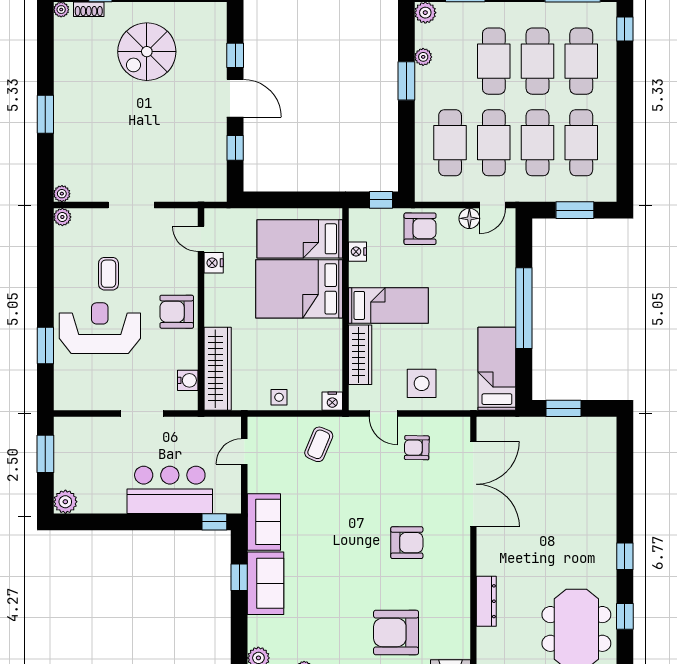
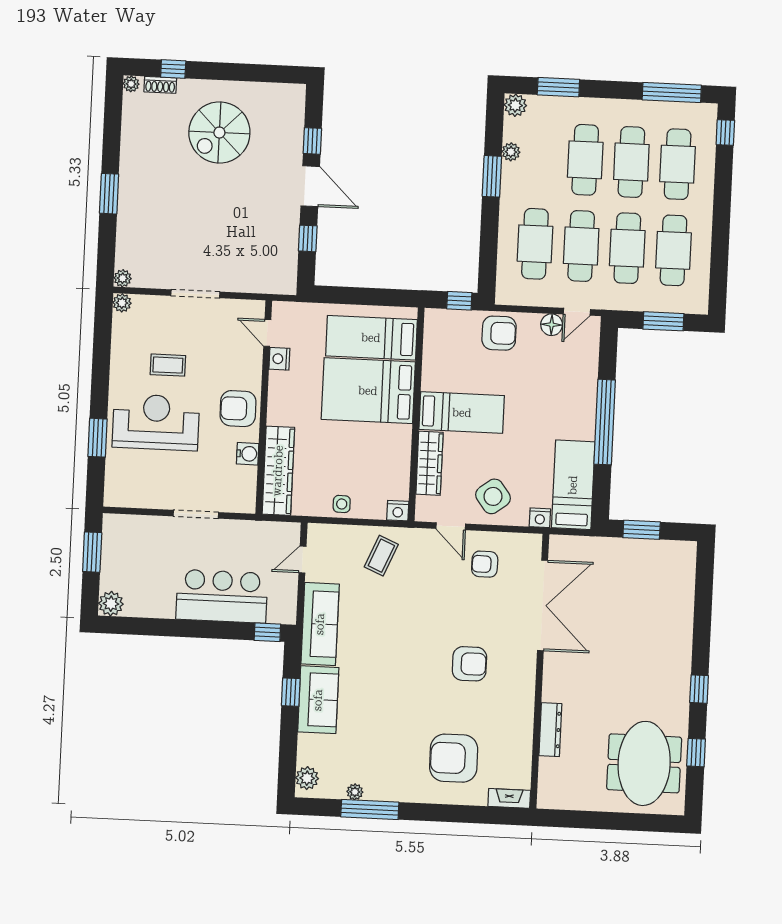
nightstand: (357, 252) -> (540, 518), moved, turned -90
coffee table: (108, 274) -> (168, 365), turned 90
water cooler: (188, 380) -> (248, 454), moved
side table: (422, 383) -> (493, 496), turned -37
sofa: (264, 522) -> (320, 624), width x1.36

